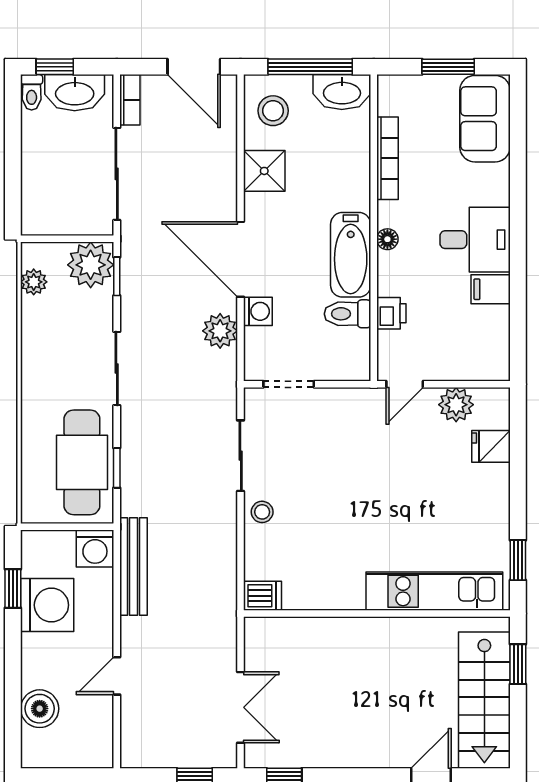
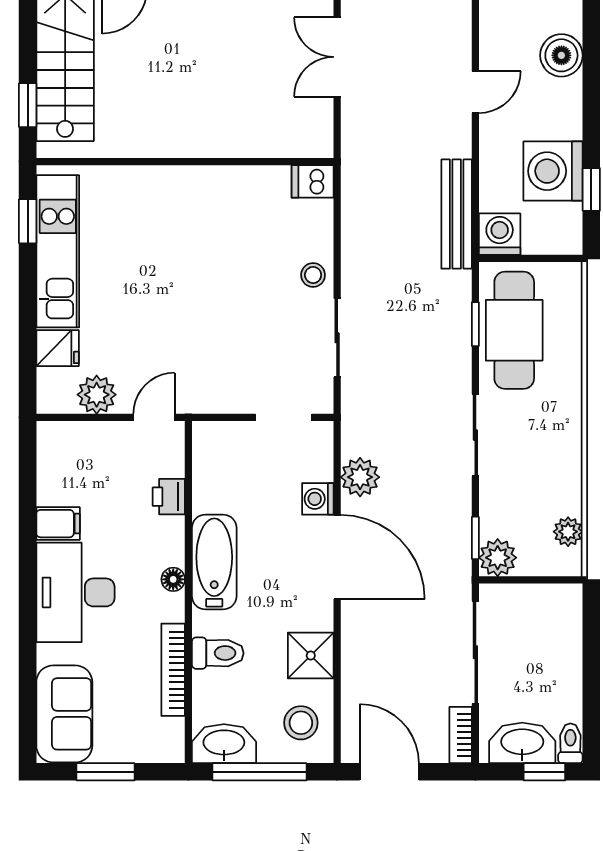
desk: (475, 240) -> (75, 592), width x1.37
plant: (91, 265) -> (498, 558), width x0.73, depth x0.73
toilet: (347, 314) -> (218, 653), moved
kitchen unit: (434, 591) -> (58, 251), moved, turned -90

